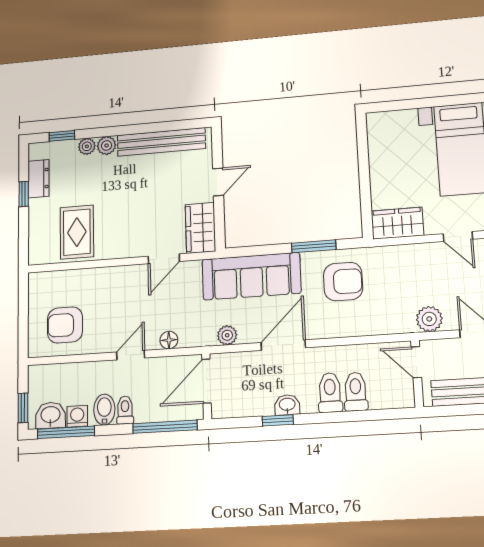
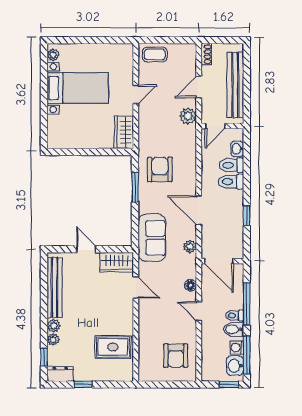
dresser: (38, 179) -> (60, 374), moved
sofa: (251, 276) -> (152, 238), width x0.73
washbasin: (287, 405) -> (237, 149), moved
window: (165, 427) -> (247, 304), moved

